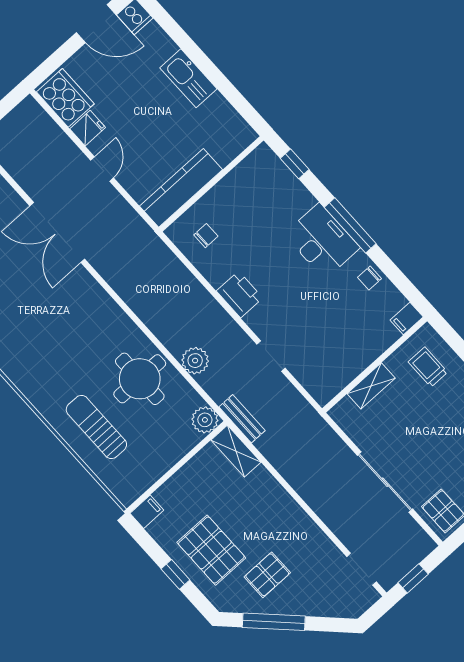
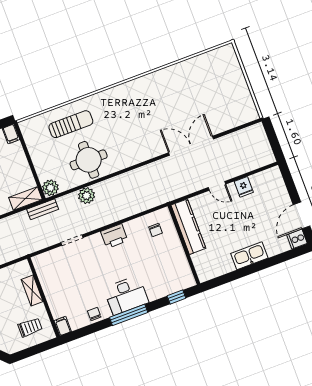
cooker: (65, 98) -> (266, 181), removed

